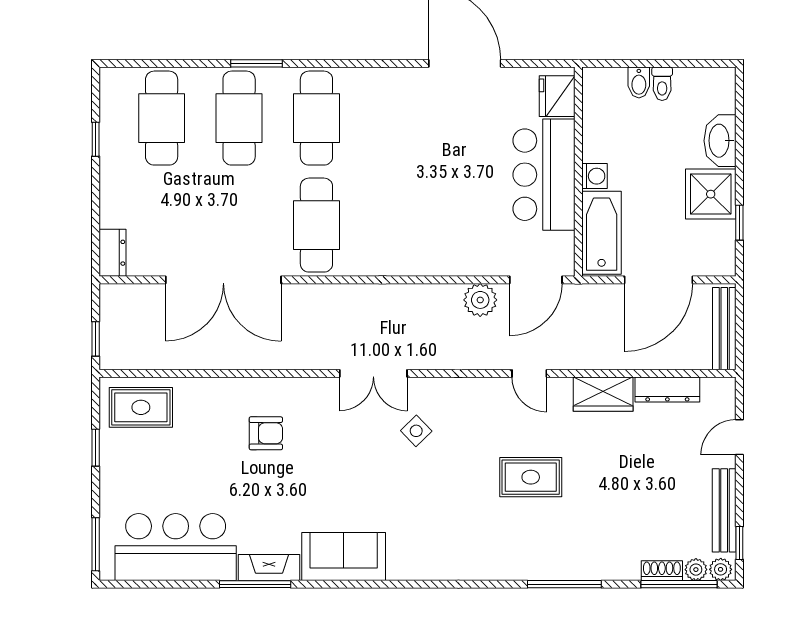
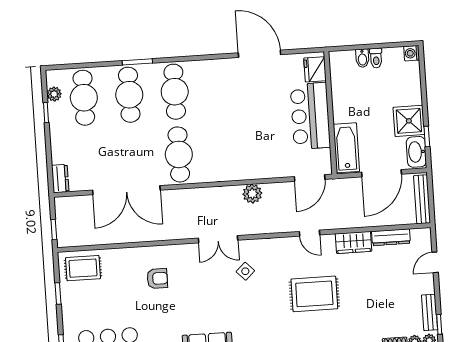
plant: (112, 109) -> (54, 94), added
washbasin: (720, 141) -> (416, 152), moved
washing machine: (595, 176) -> (412, 53), moved, turned 180
plant: (480, 300) -> (252, 194), moved
rug: (531, 477) -> (314, 294), width x1.36, depth x1.43
bench: (724, 510) -> (429, 312), width x0.73

